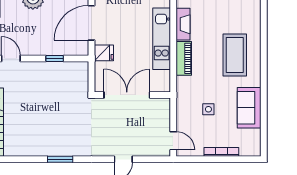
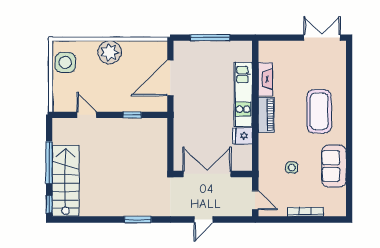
fridge: (104, 53) -> (242, 136), moved, turned 180
double door: (127, 95) -> (207, 174), moved
wall: (132, 95) -> (213, 174), moved

